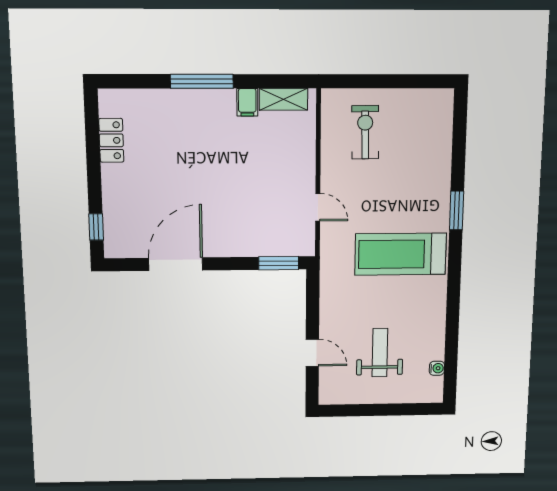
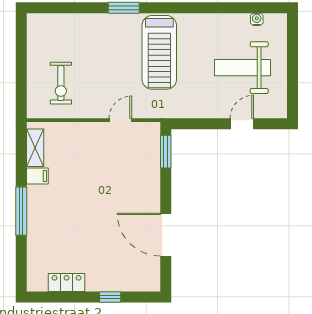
exercise bike: (365, 132) -> (61, 83), turned -89
window: (96, 227) -> (110, 297), moved
weight bench: (380, 353) -> (242, 68), width x1.36, depth x1.33

